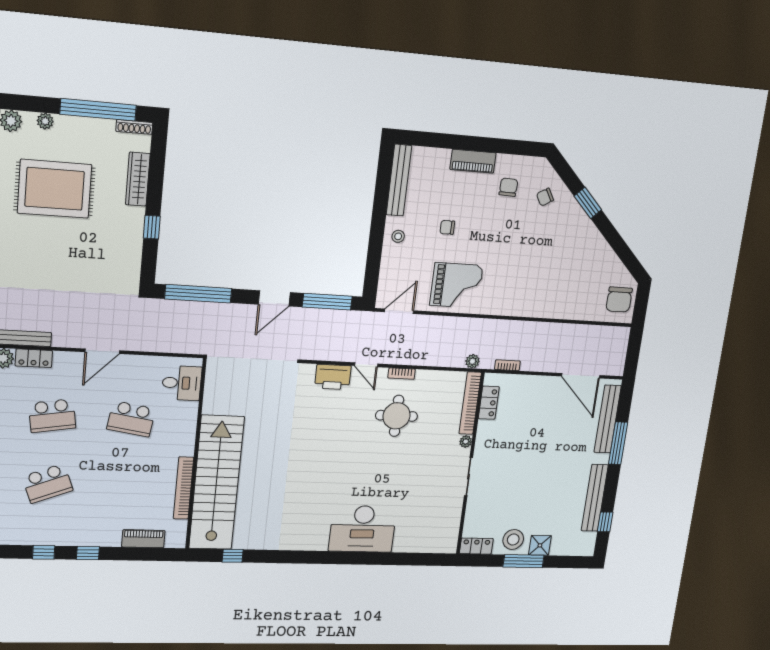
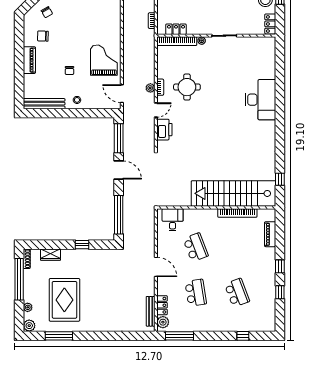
wardrobe: (138, 179) -> (51, 255), width x0.67
plant: (472, 361) -> (150, 88), moved
school desk: (131, 419) -> (196, 247), turned -30

